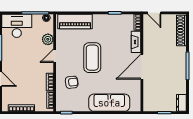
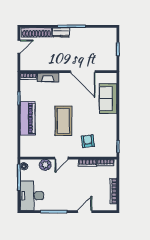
door: (154, 13) -> (19, 47), moved
piano: (75, 22) -> (28, 118), moved
door: (55, 56) -> (61, 158), hinge flipped
coffee table: (92, 58) -> (63, 121), turned 90
door: (142, 67) -> (83, 72), moved
sofa: (109, 103) -> (108, 99), width x0.73
dresser: (181, 103) -> (61, 32), moved

